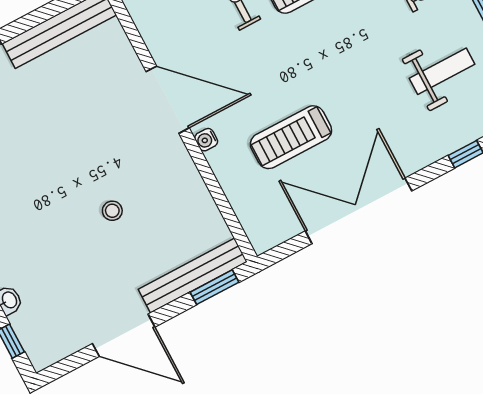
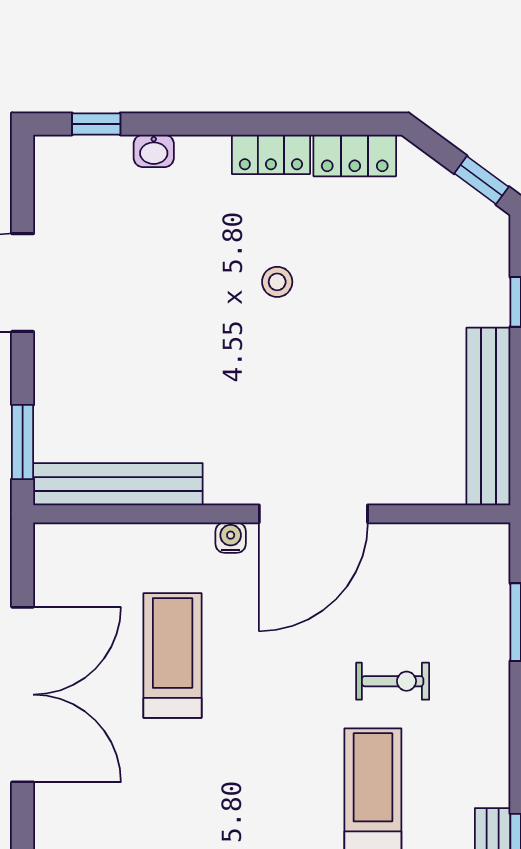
stool: (112, 211) -> (277, 282), moved
bench: (193, 276) -> (118, 484), moved, turned 90

